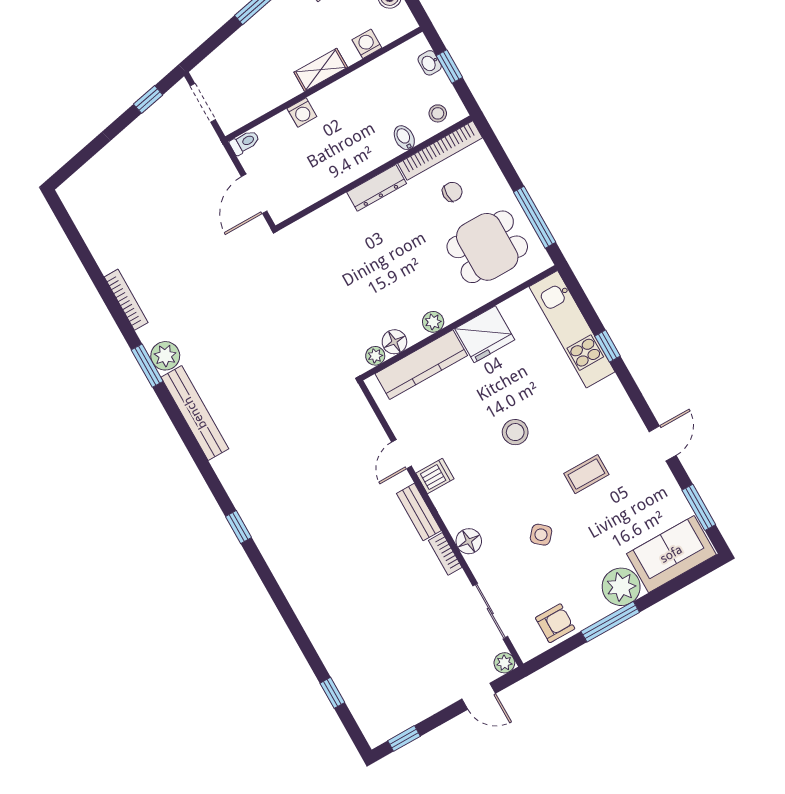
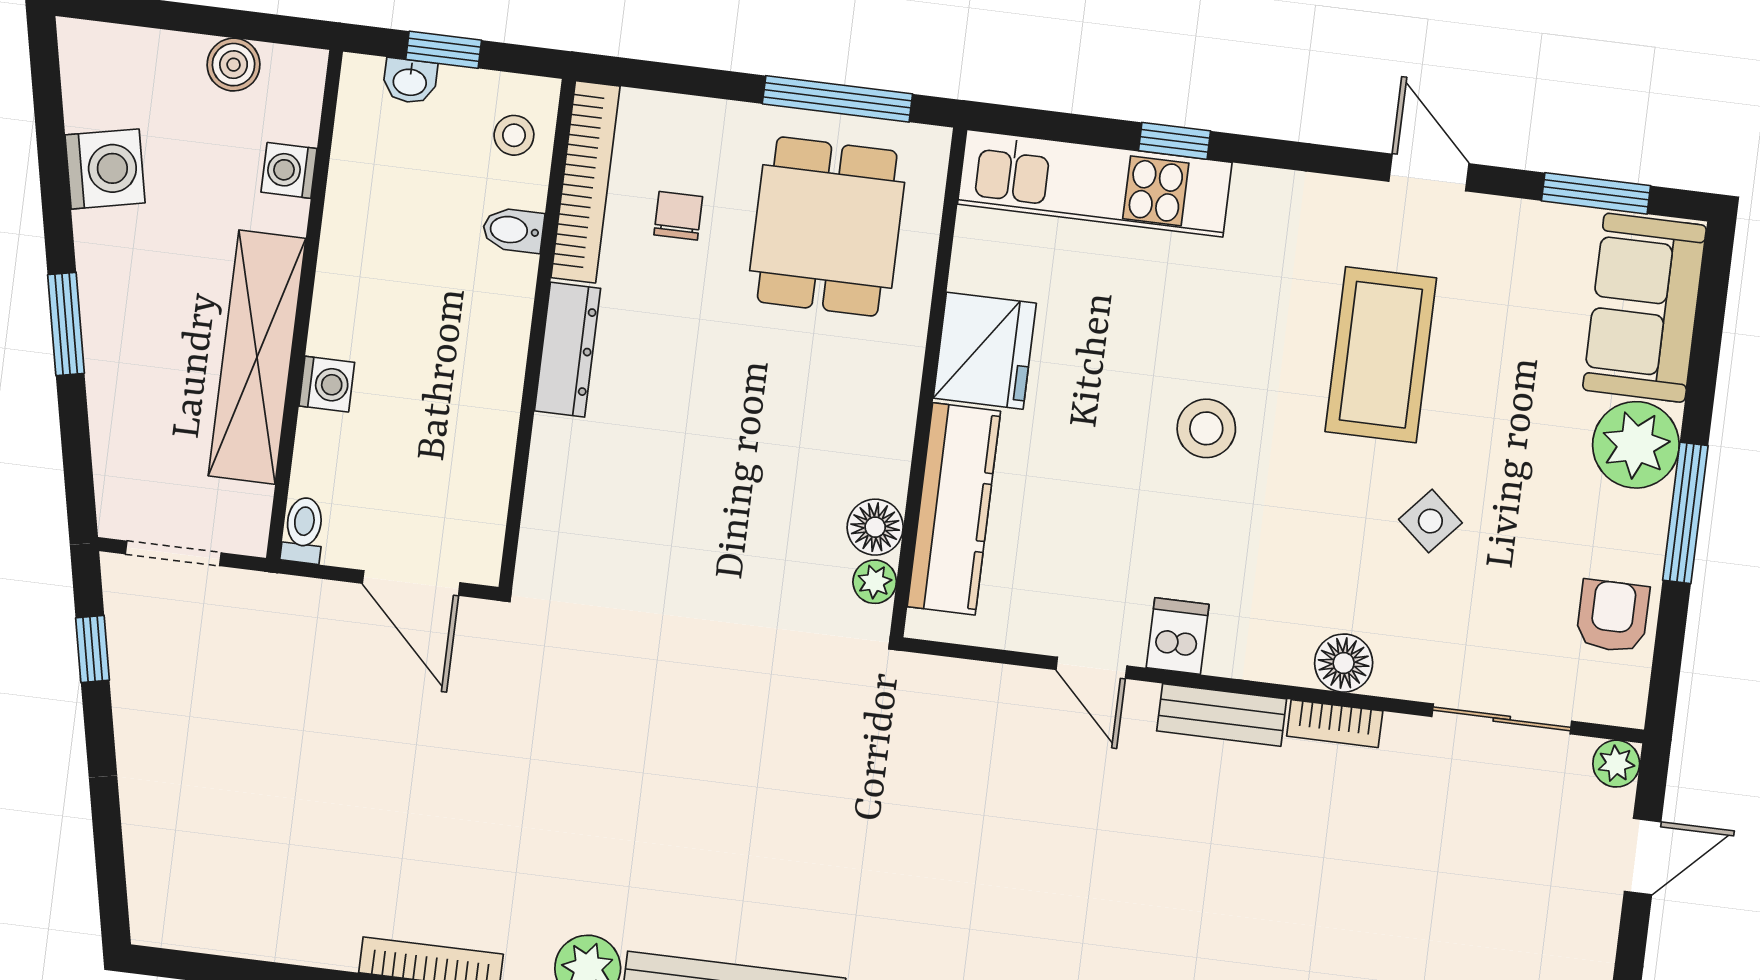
shelving: (321, 70) -> (257, 357), width x2.20, depth x1.33
plant: (433, 322) -> (891, 429), removed
coffee table: (586, 474) -> (1381, 355), width x1.86, depth x1.72

